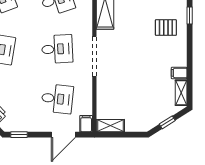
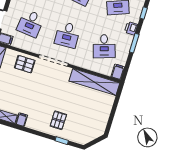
pallet: (110, 90) -> (25, 64), added

